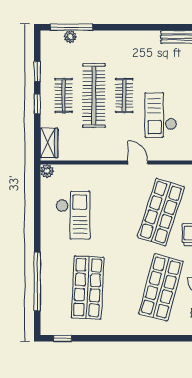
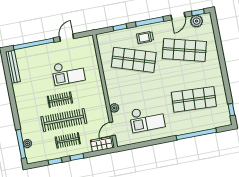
door: (138, 163) -> (112, 129), moved
plant: (47, 171) -> (114, 108), moved
checkout: (73, 215) -> (147, 119), turned 180

